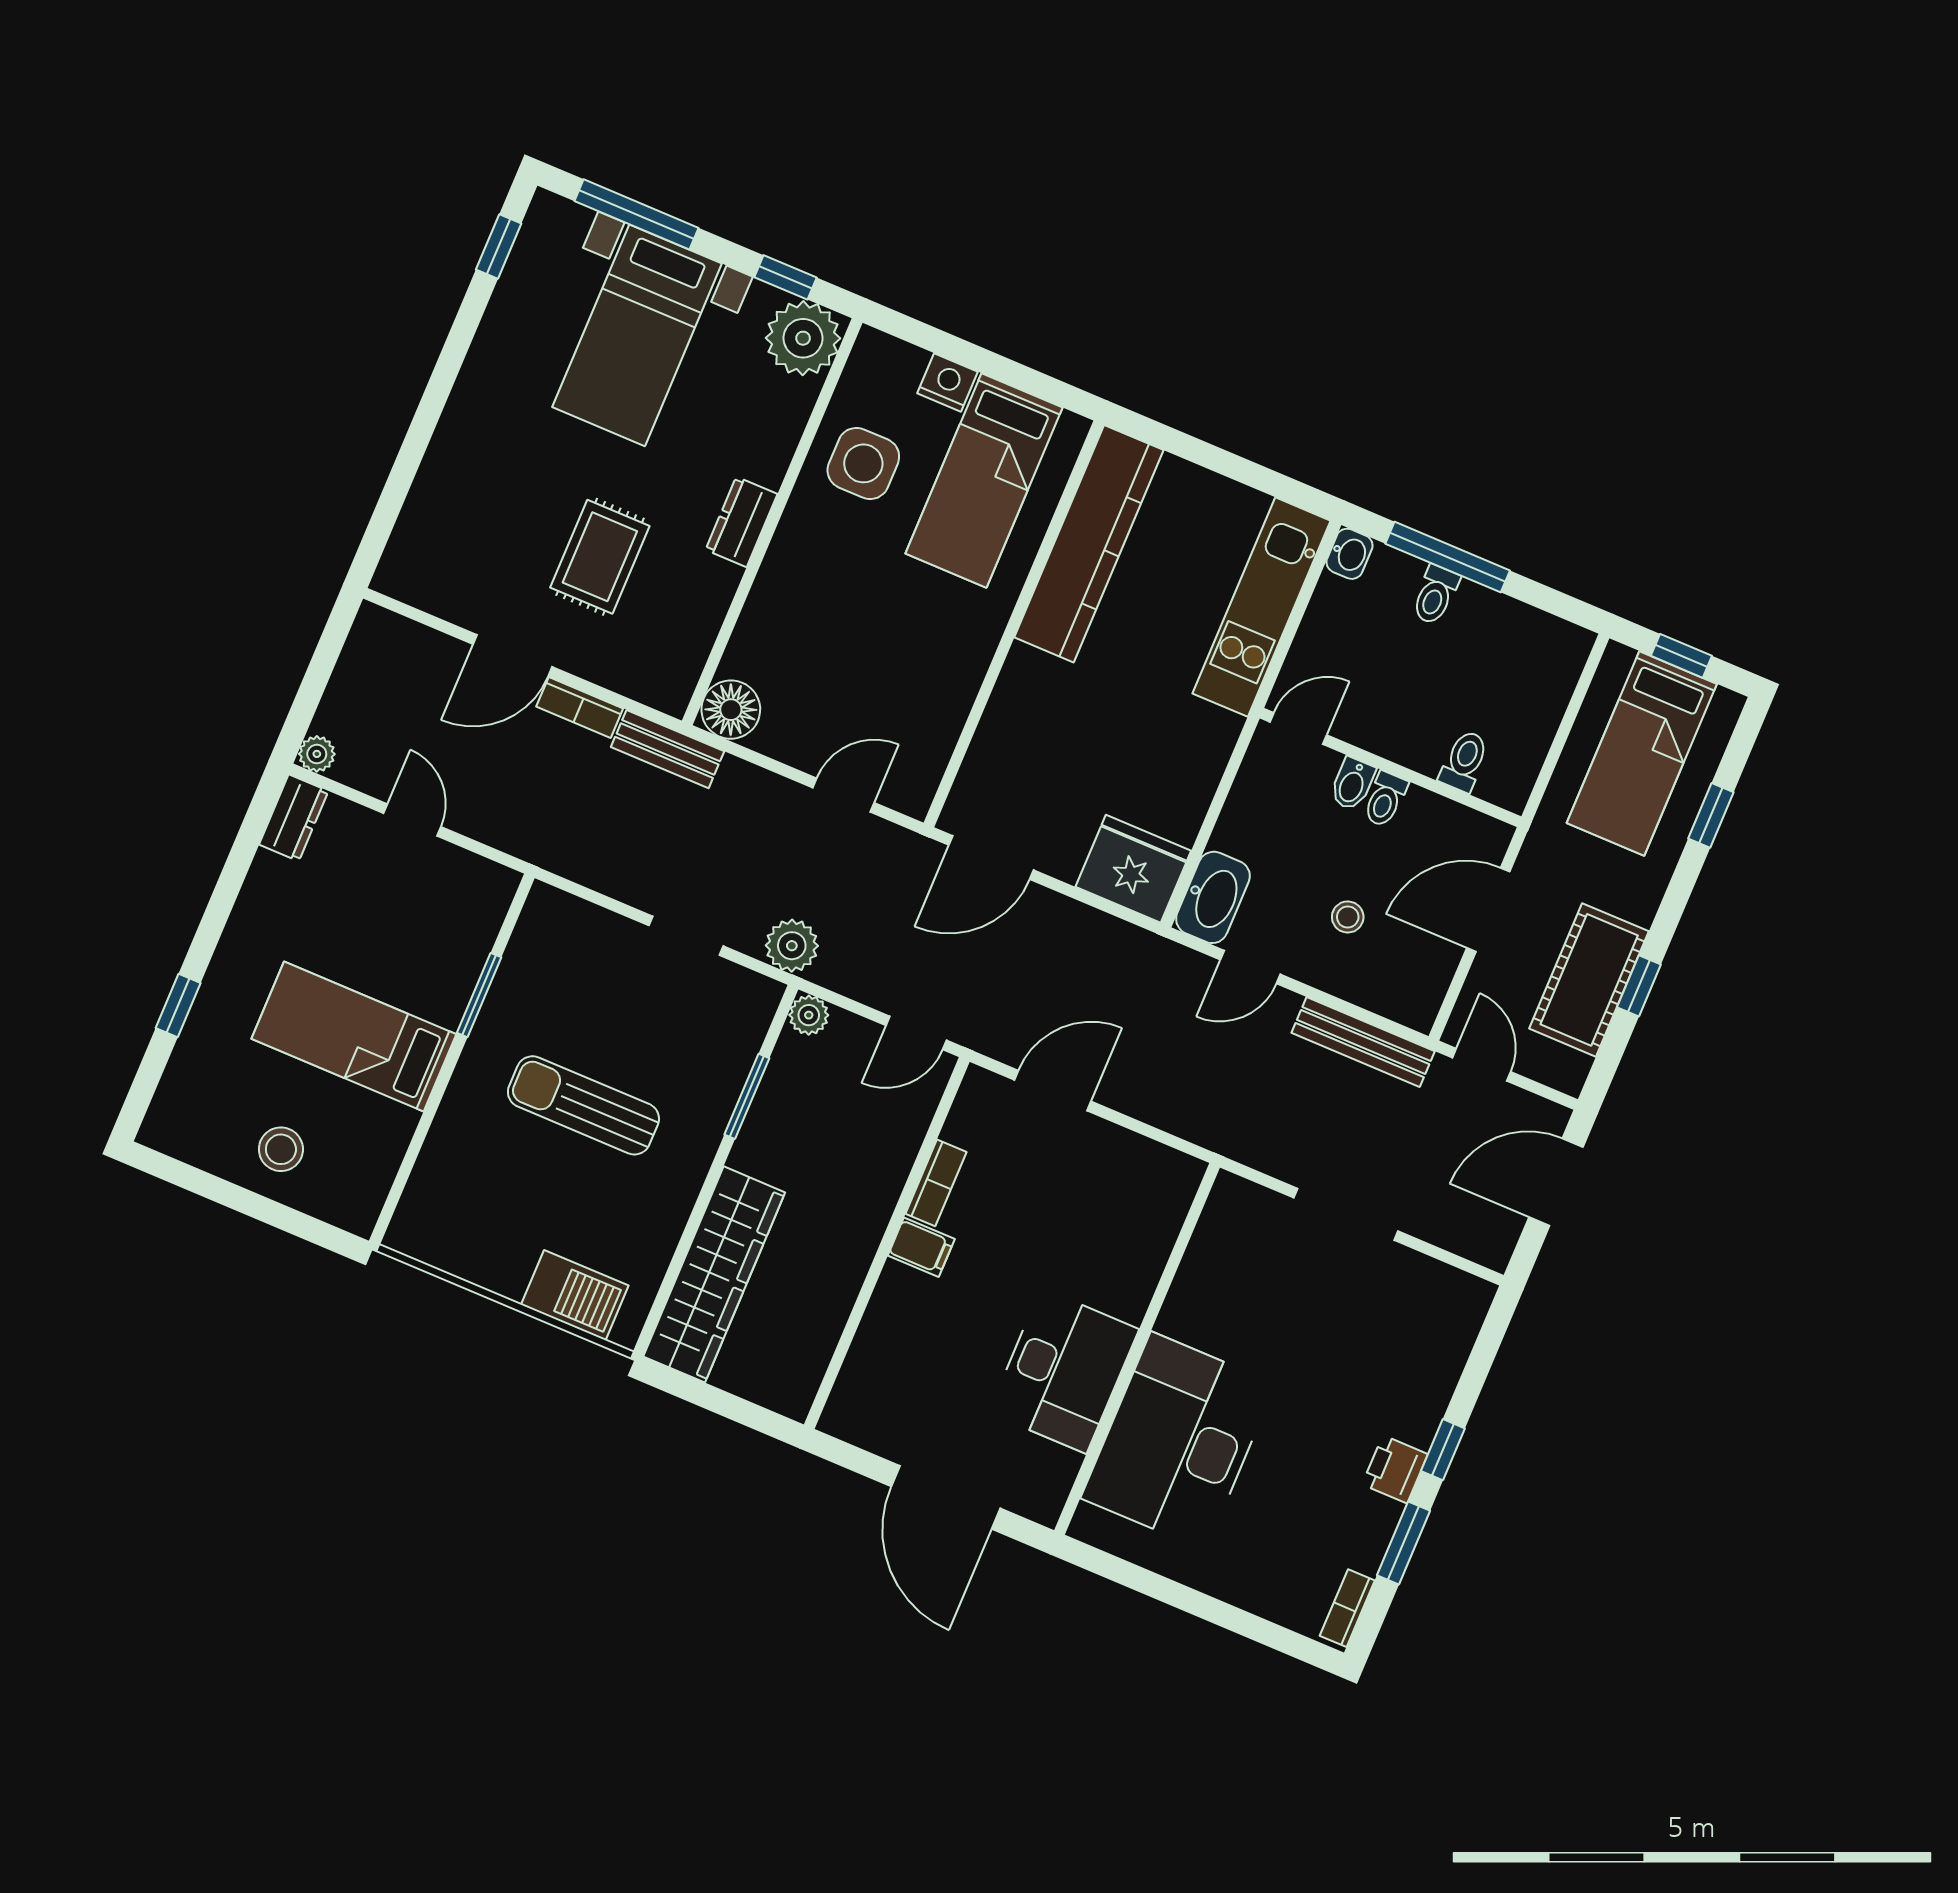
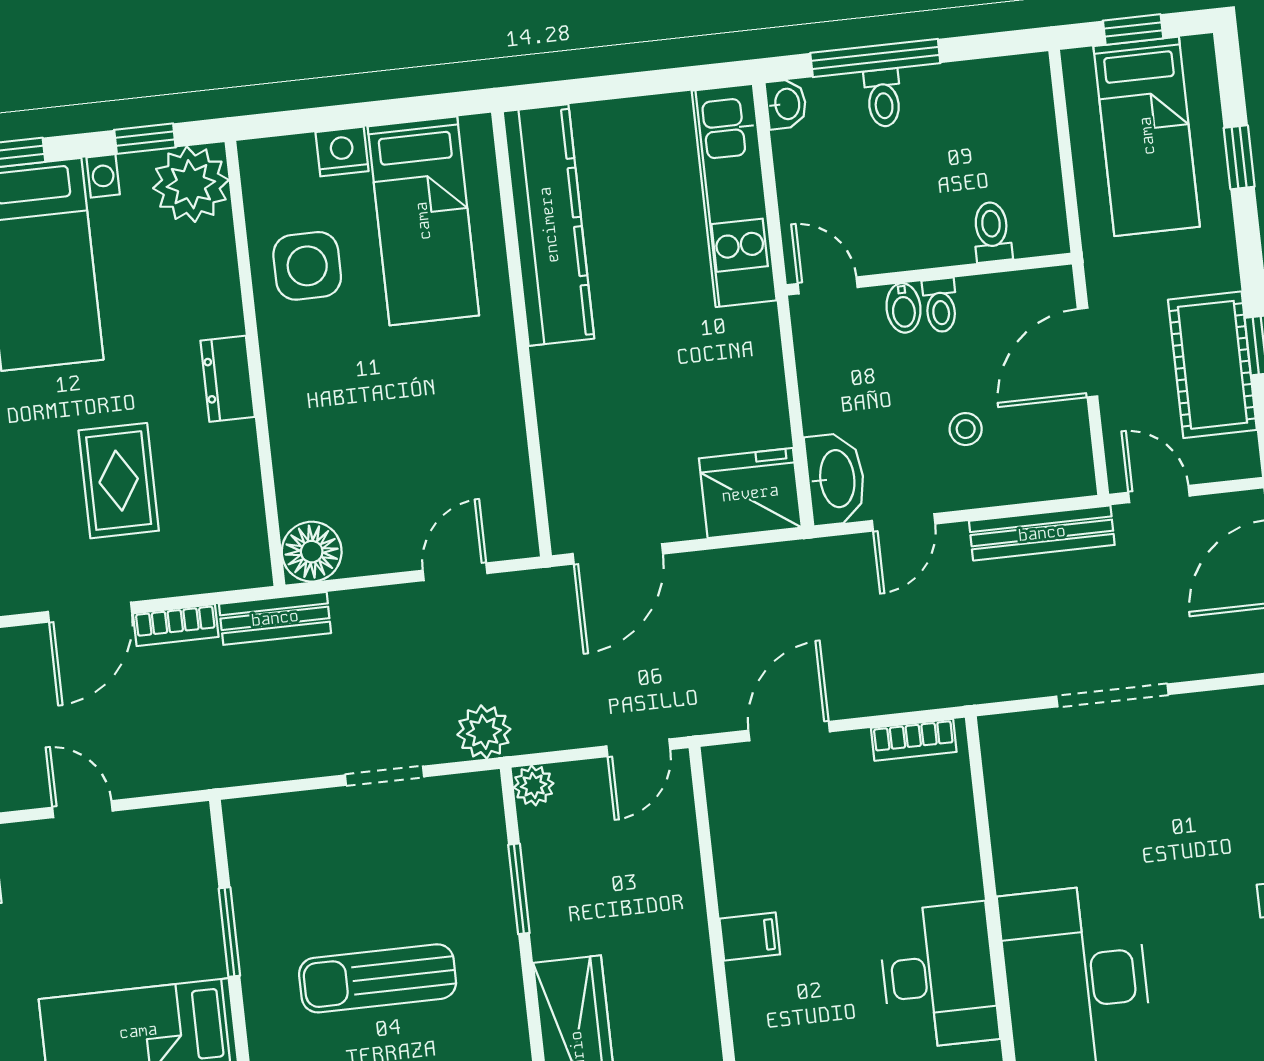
door: (1298, 728) -> (828, 285), hinge flipped
bookcase: (936, 1183) -> (914, 740), moved, turned 90

